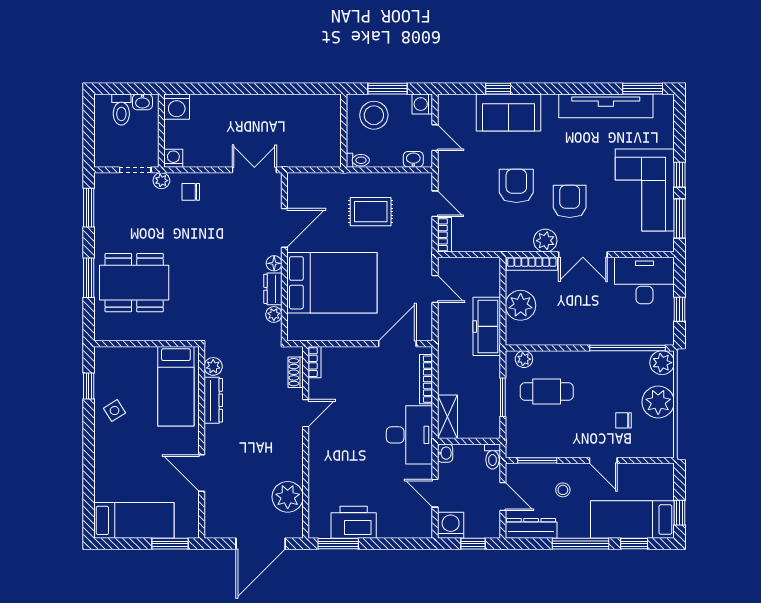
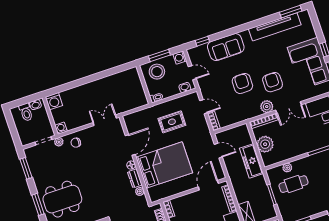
window: (498, 89) -> (202, 41), moved
plant: (524, 359) -> (287, 168), moved

